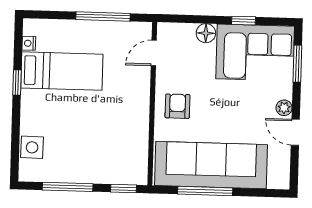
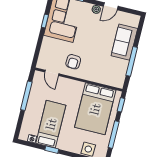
floor lamp: (206, 33) -> (47, 43), removed
armchair: (177, 106) -> (73, 62), moved, turned -87
bed: (107, 144) -> (95, 109), added
sofa: (211, 165) -> (124, 42), width x0.54, depth x0.79

